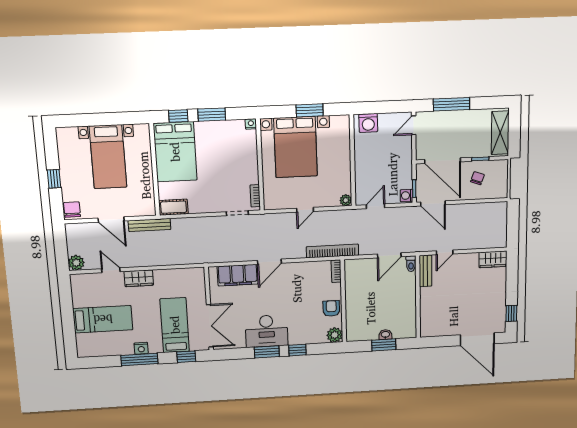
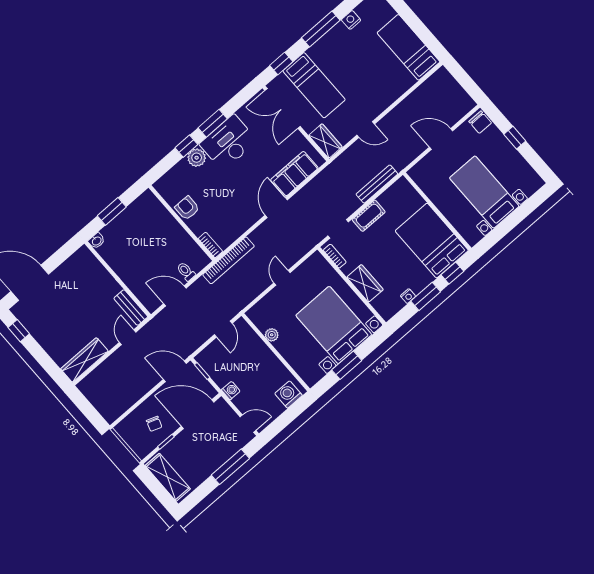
nightstand: (251, 124) -> (408, 296), moved
door: (414, 125) -> (248, 424), hinge flipped
wardrobe: (249, 159) -> (365, 283), added
washing machine: (406, 195) -> (231, 391), moved
plant: (346, 200) -> (272, 335), moved
cot: (174, 207) -> (369, 216), moved
bench: (149, 225) -> (377, 184), moved
door: (389, 255) -> (175, 296), hinge flipped
wardrobe: (493, 259) -> (84, 360), width x1.50
plant: (76, 263) -> (442, 77), removed
toilet: (411, 264) -> (186, 272), moved
door: (111, 270) -> (366, 130), moved
wardrobe: (139, 278) -> (325, 141), moved, turned 90
armchair: (331, 308) -> (187, 208), turned 180
bed: (103, 319) -> (409, 47), moved, turned 90
plant: (335, 335) -> (197, 158), moved
washbasin: (385, 335) -> (96, 241), moved
nightstand: (141, 348) -> (351, 20), moved

